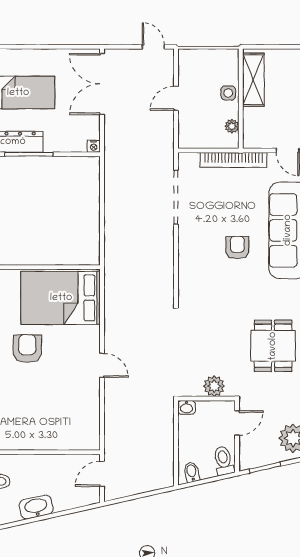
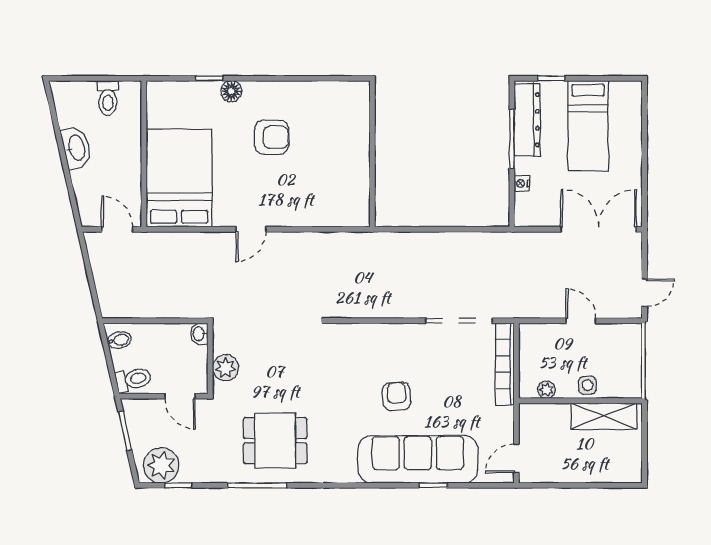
nightstand: (94, 146) -> (522, 183), moved
bookcase: (233, 160) -> (505, 364), moved
armchair: (237, 248) -> (397, 396), turned -94
bed: (61, 298) -> (179, 178), moved

